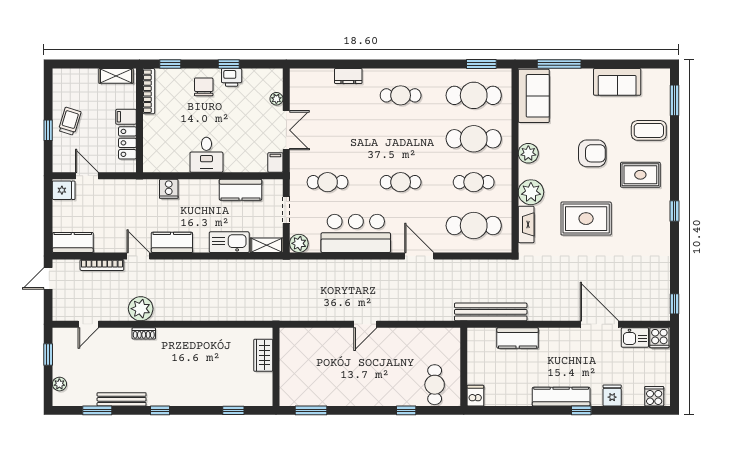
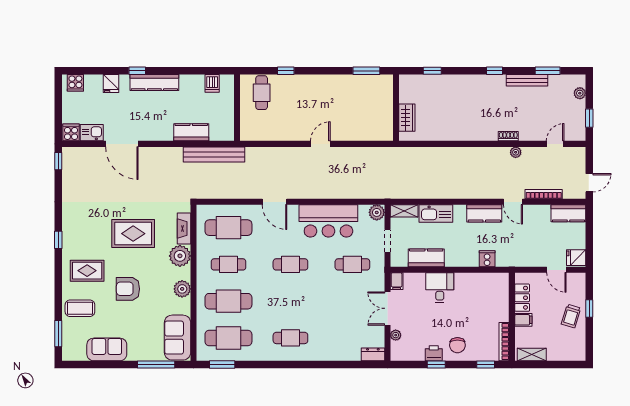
dresser: (348, 76) -> (373, 354), moved
desk: (206, 155) -> (440, 288), moved
plant: (141, 309) -> (516, 152), width x0.53, depth x0.53
dishwasher: (475, 396) -> (212, 83), moved

